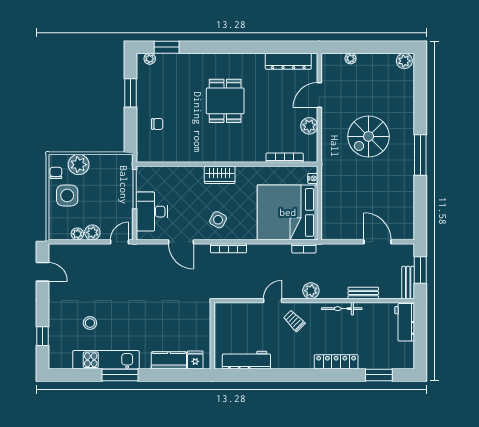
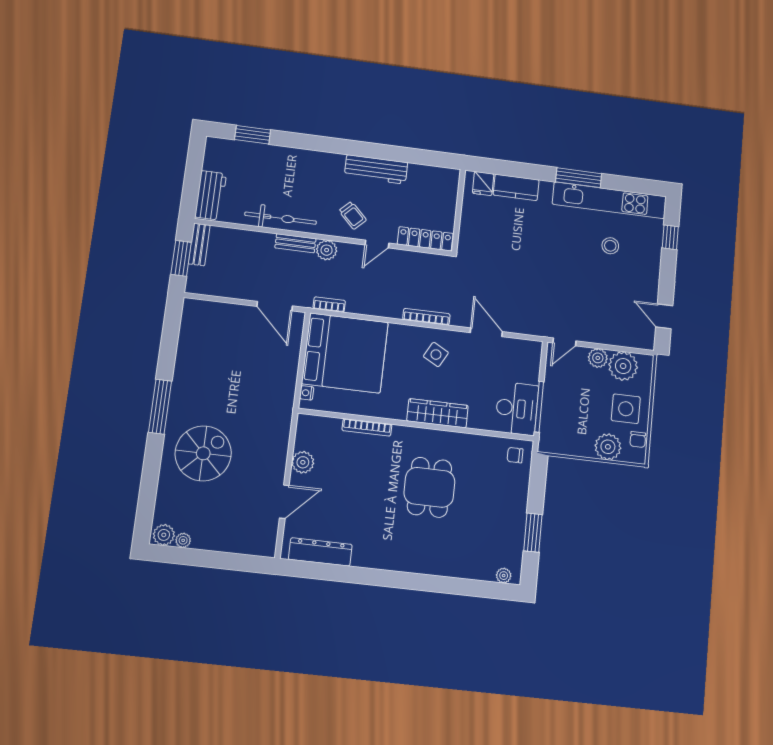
window: (167, 47) -> (480, 589), removed
plant: (350, 59) -> (183, 540), moved
dining table: (225, 101) -> (429, 487), moved
chair: (157, 124) -> (515, 455), moved
spiral stairs: (368, 136) -> (203, 453), moved
bookcase: (285, 158) -> (367, 427), moved
wardrobe: (220, 175) -> (437, 413), width x1.50
desk: (152, 212) -> (517, 409), moved
plant: (77, 234) -> (623, 366), width x1.88, depth x1.88
door: (378, 242) -> (275, 306), moved
bench: (363, 293) -> (295, 243), moved
bicycle: (342, 309) -> (281, 218), width x1.37, depth x1.40
kitchen unit: (106, 360) -> (609, 200), width x1.36
workbench: (246, 360) -> (376, 169), moved
locker: (336, 362) -> (425, 239), moved, turned 180

